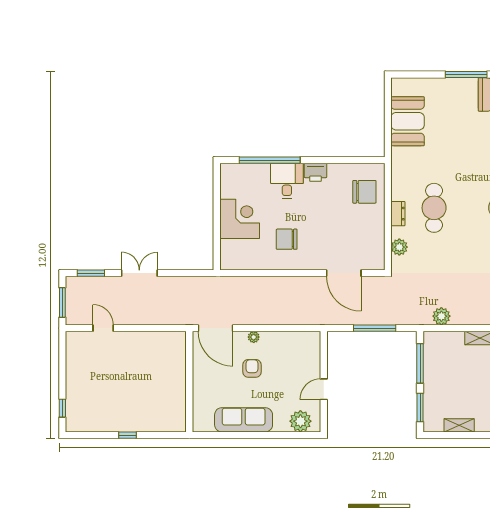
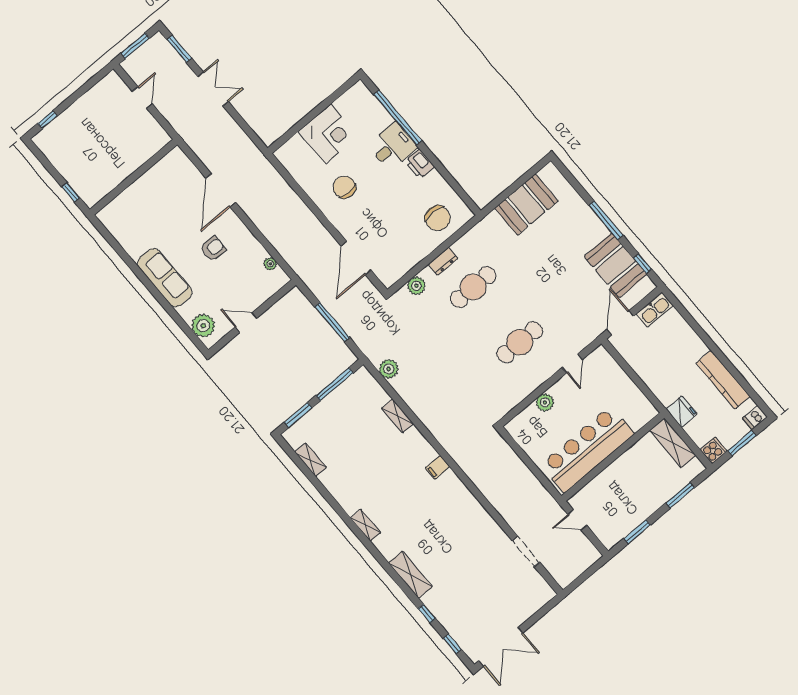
plant: (254, 337) -> (270, 264), moved
wall: (189, 382) -> (134, 177), moved

